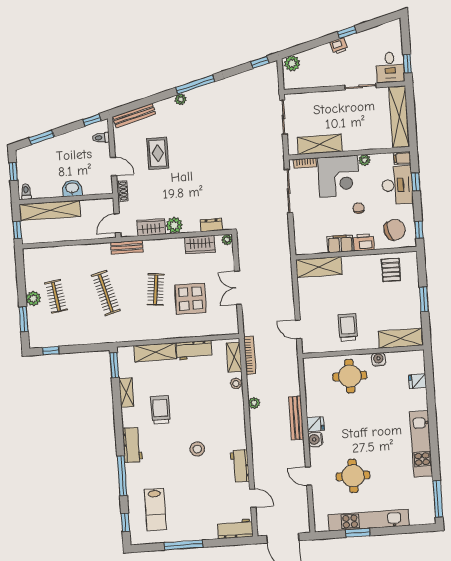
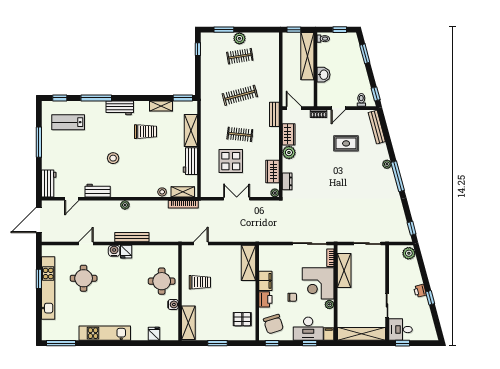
plant: (254, 403) -> (125, 205), moved

